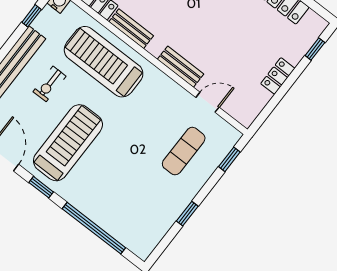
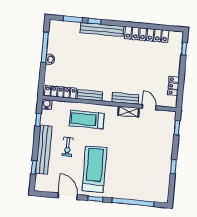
treadmill: (104, 62) -> (87, 120), width x0.73, depth x0.73
locker: (278, 76) -> (173, 86), moved
shelving: (173, 90) -> (129, 112), added
door: (207, 102) -> (149, 107), hinge flipped
exercise mat: (184, 151) -> (153, 138), removed

